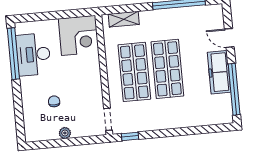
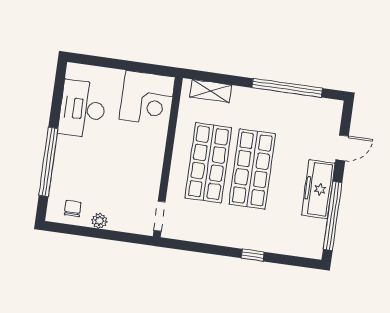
door: (229, 38) -> (342, 148), swing flipped
window: (13, 54) -> (48, 162), moved
chair: (54, 101) -> (73, 209), moved
window: (130, 136) -> (253, 255), moved

